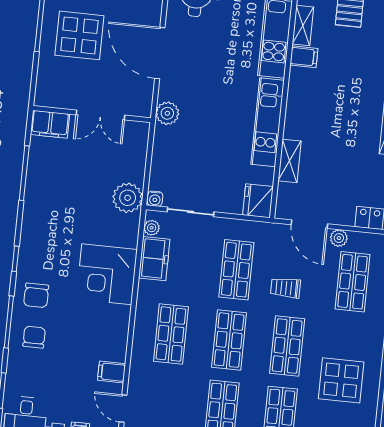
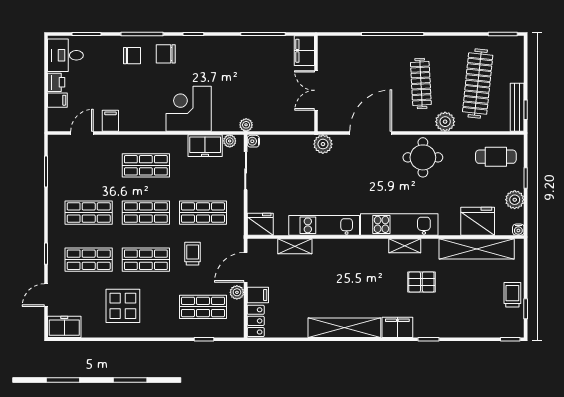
display table: (79, 35) -> (378, 67), removed
filing cabinet: (304, 57) -> (258, 295), moved, turned -90
plant: (128, 198) -> (246, 125), width x0.53, depth x0.53

